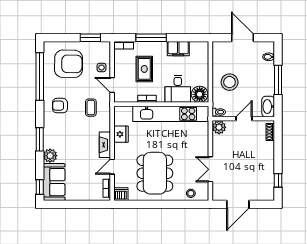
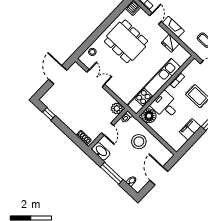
door: (242, 38) -> (159, 176), swing flipped

